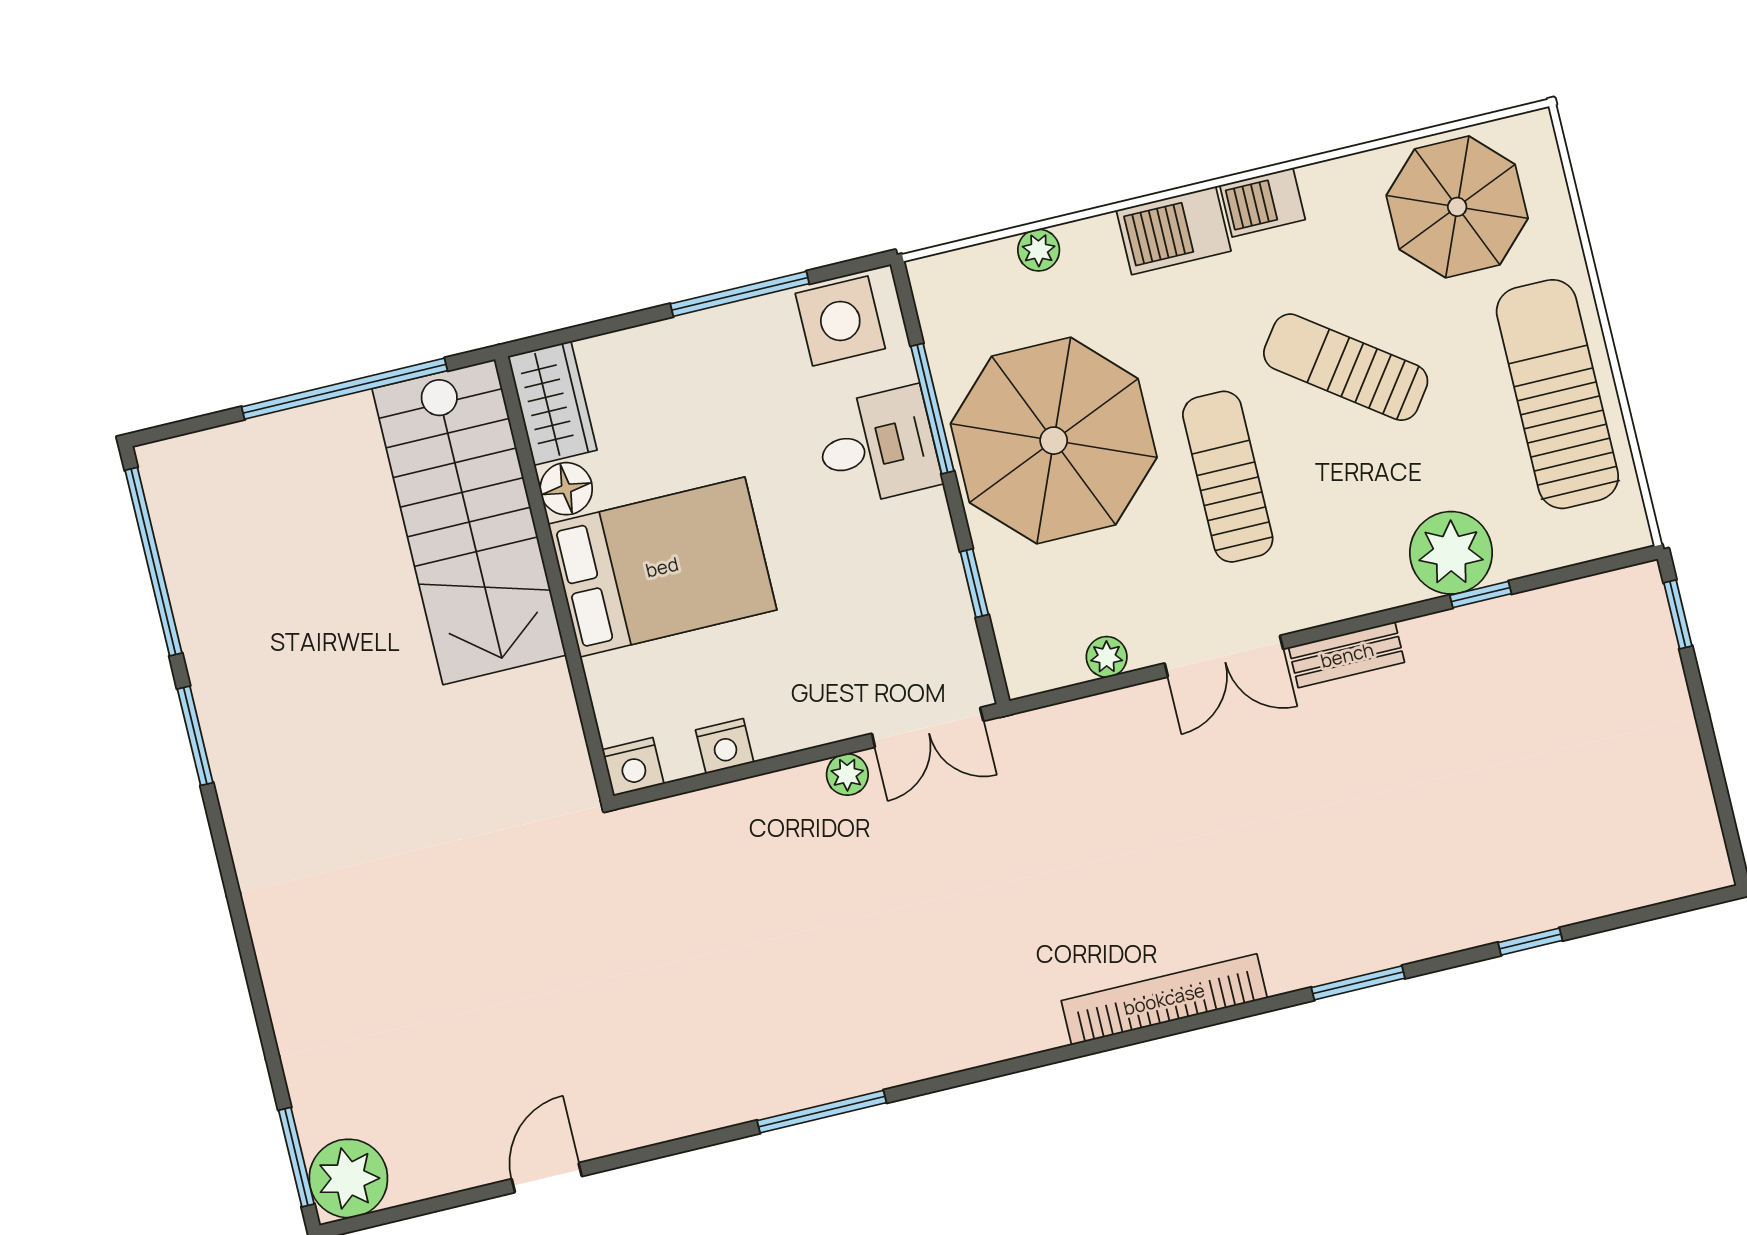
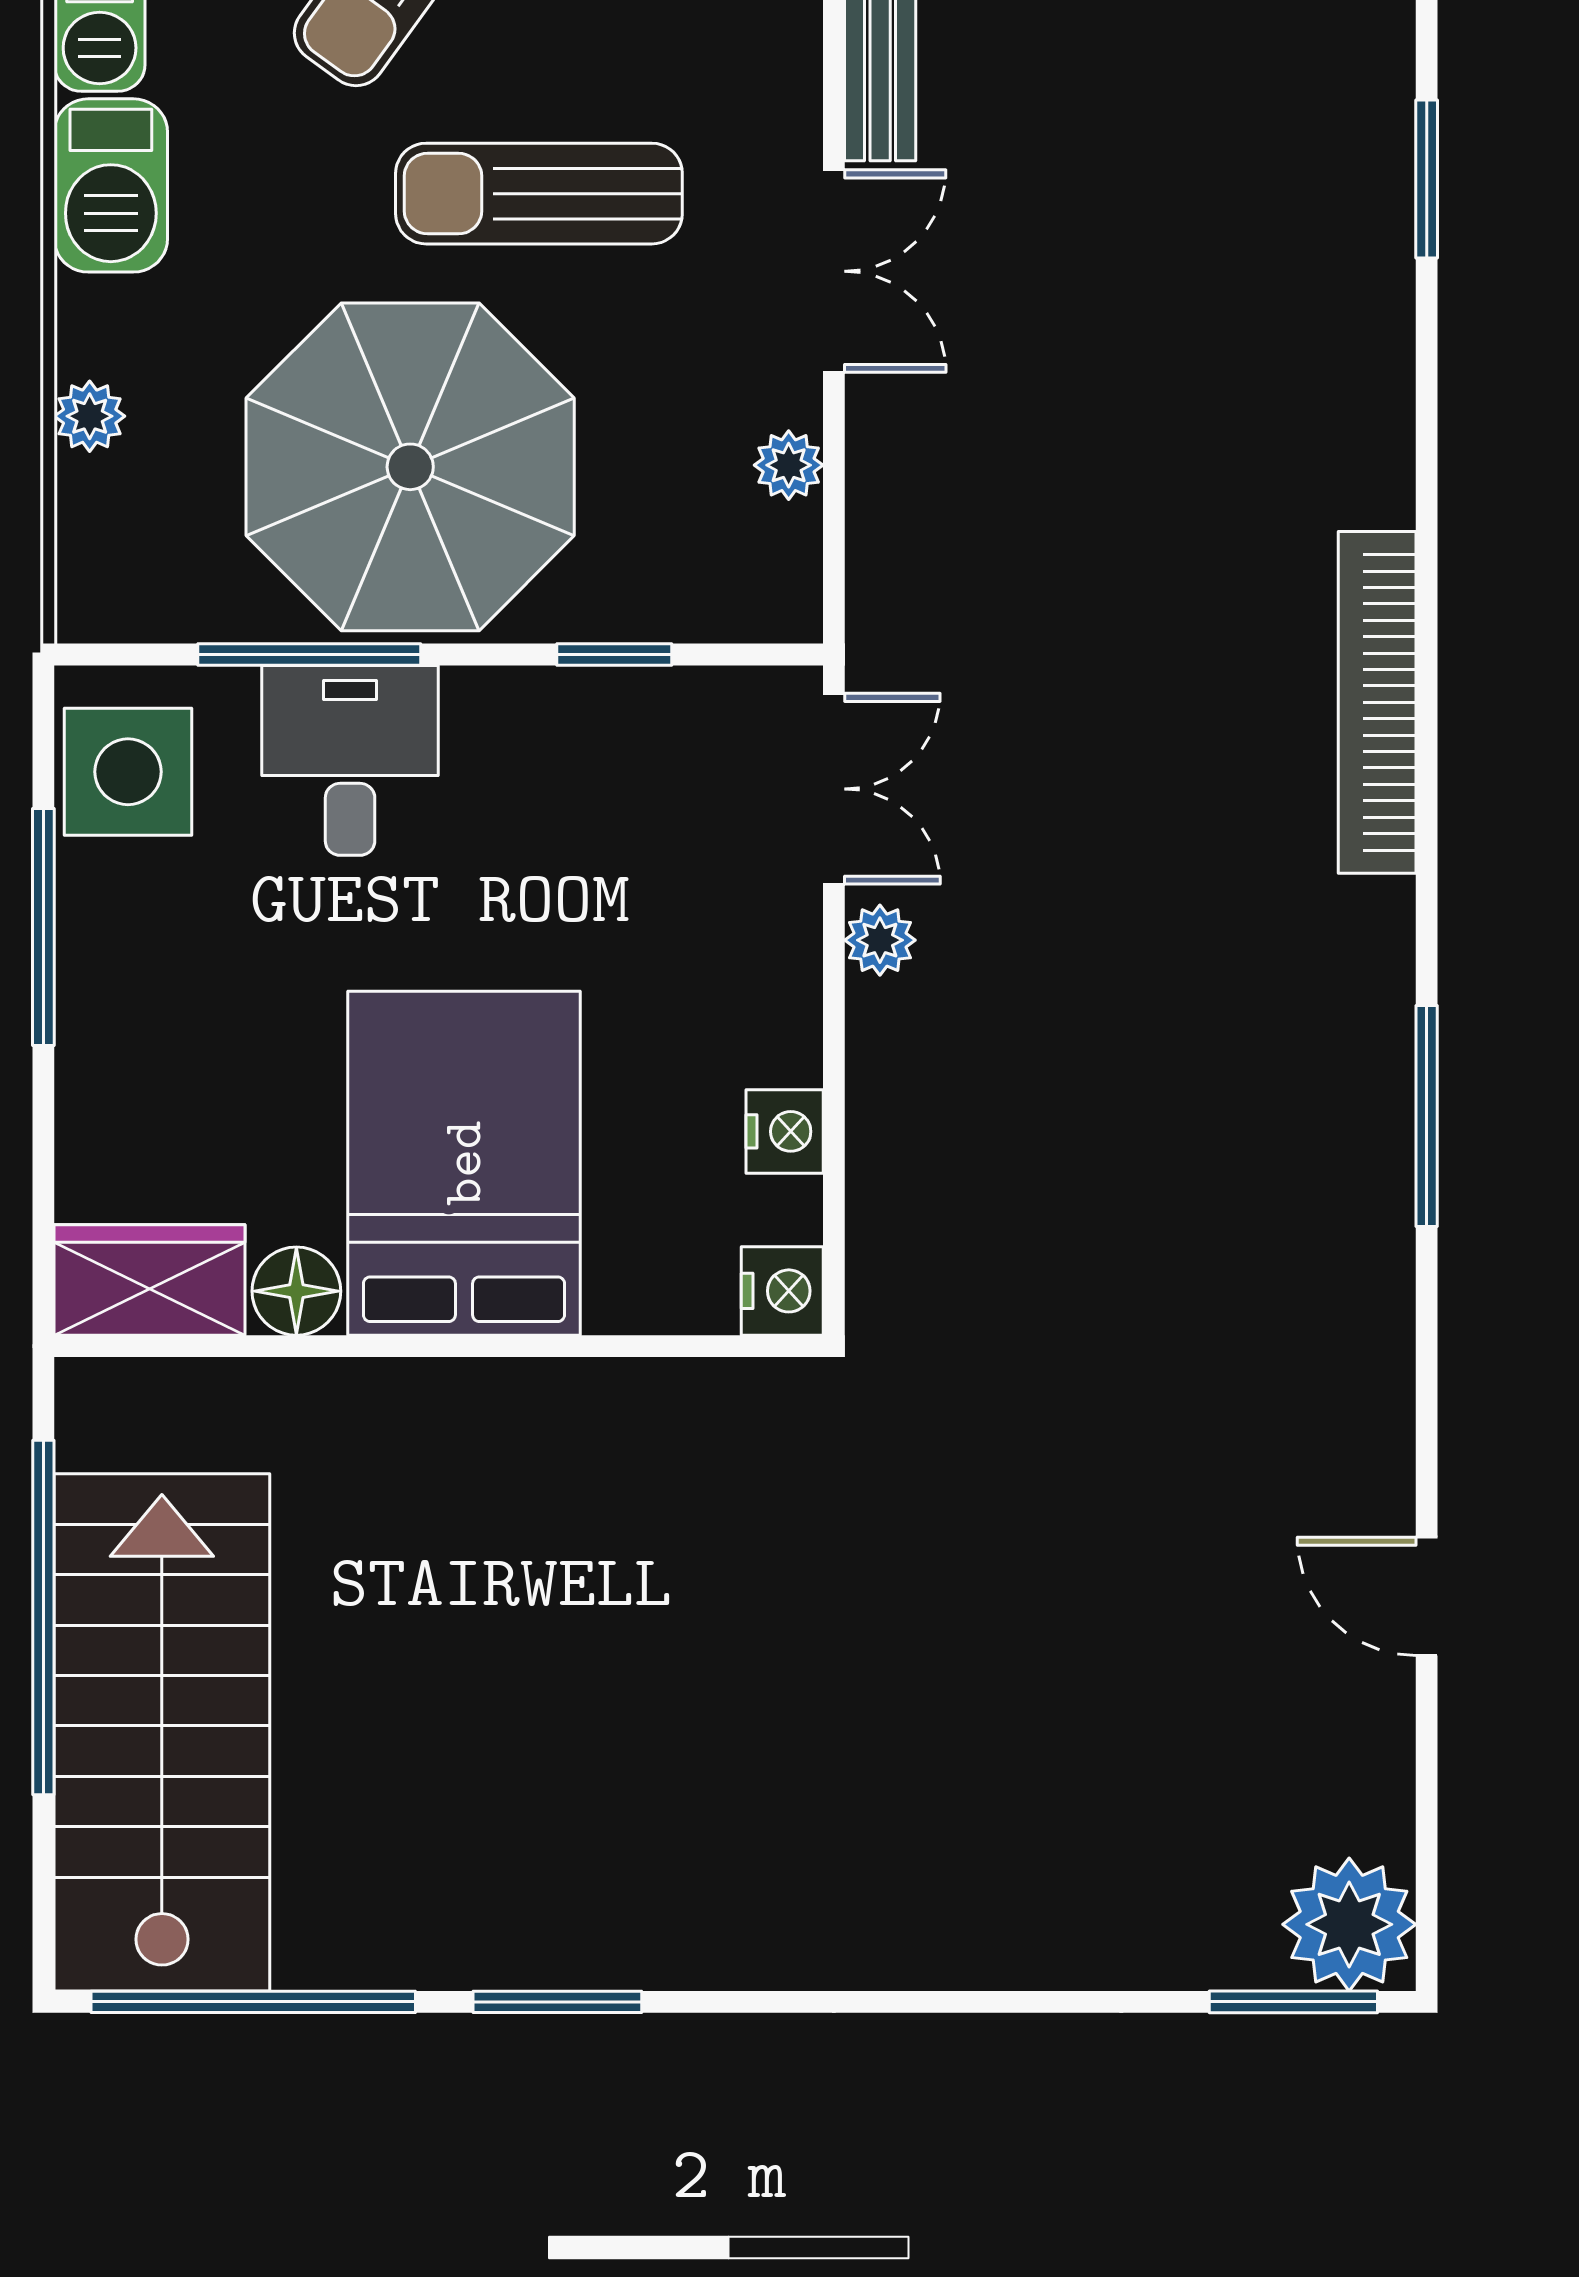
stairs: (469, 522) -> (162, 1732), moved, turned -90
bookcase: (1164, 999) -> (1377, 702), moved

